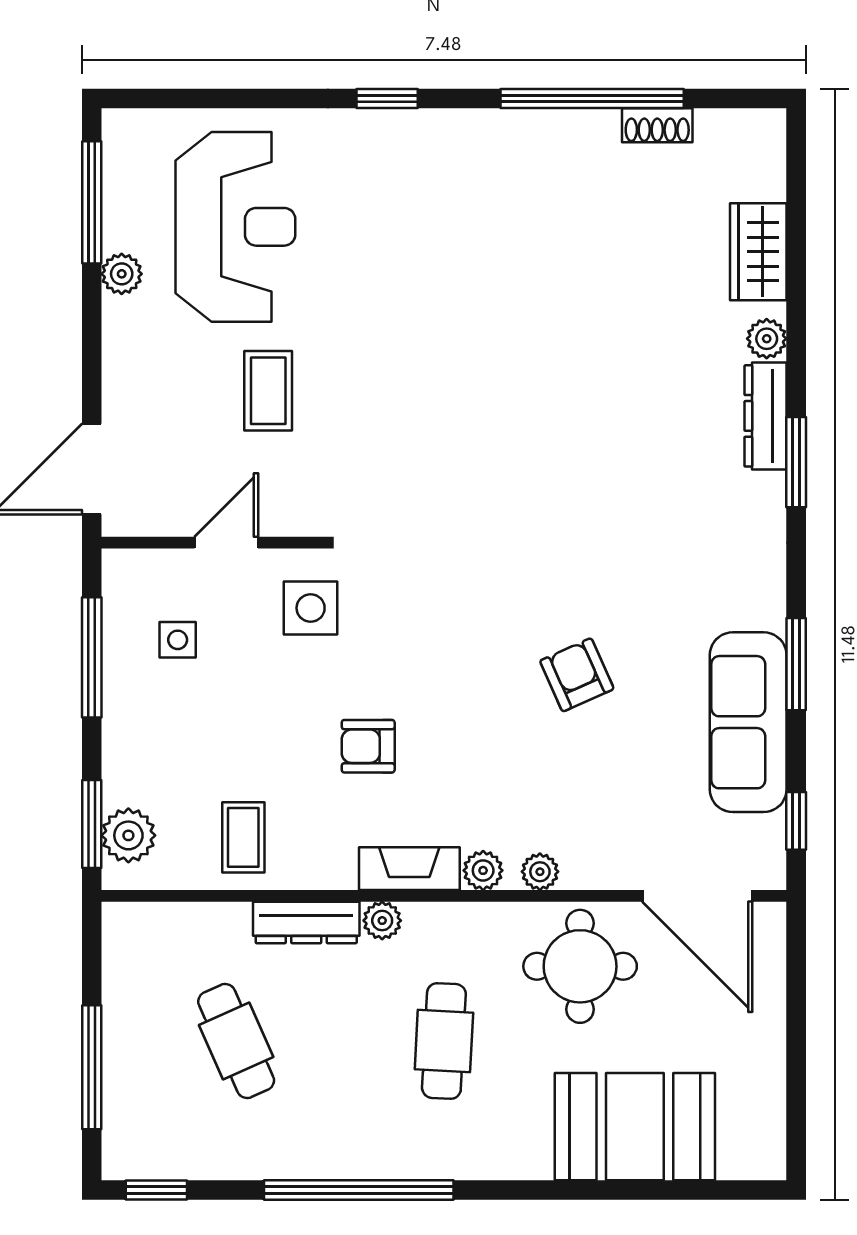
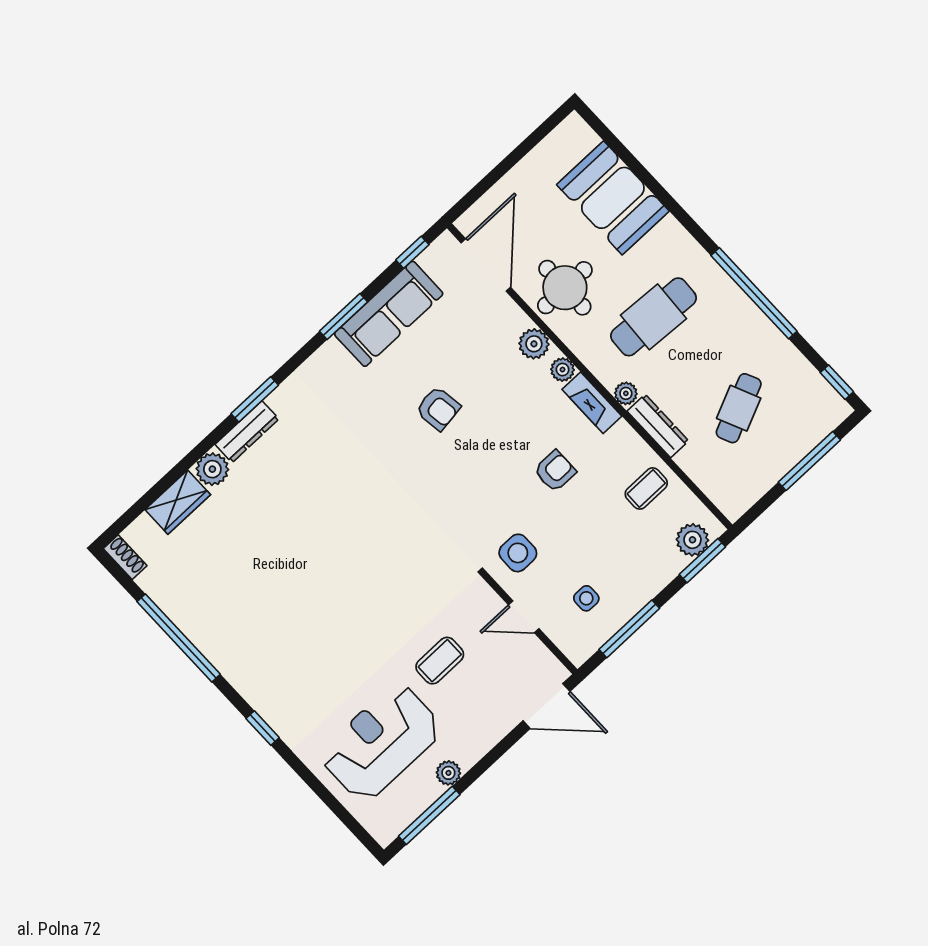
shoe rack: (657, 125) -> (125, 557), moved
plant: (767, 339) -> (212, 469), width x1.38, depth x1.38
armchair: (577, 675) -> (438, 409), turned -74
armchair: (368, 746) -> (555, 471), turned -90
plant: (540, 872) -> (534, 344), width x1.38, depth x1.38
cafe table: (444, 1041) -> (654, 317), width x1.37, depth x1.35

